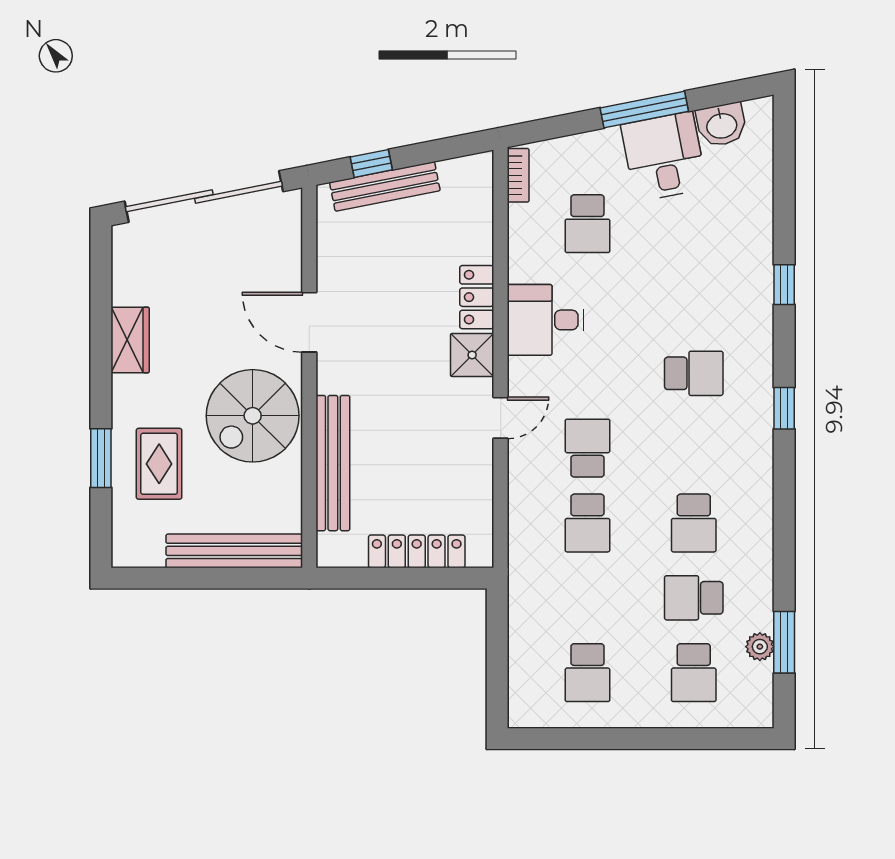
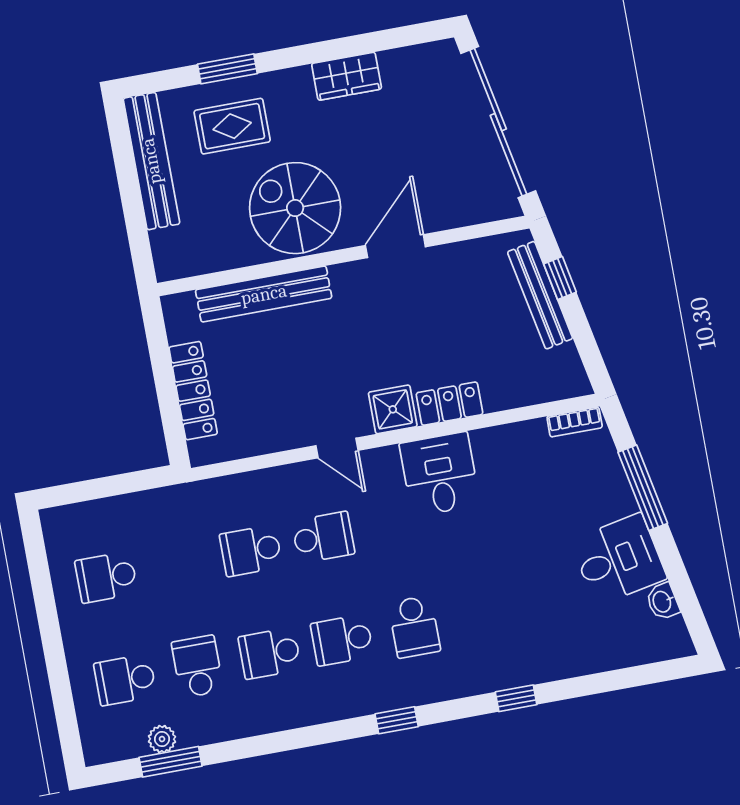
window: (644, 110) -> (643, 488), moved
washbasin: (722, 125) -> (663, 601), width x0.72, depth x0.69
school desk: (587, 224) -> (342, 640), moved
bench: (234, 551) -> (151, 161), moved

